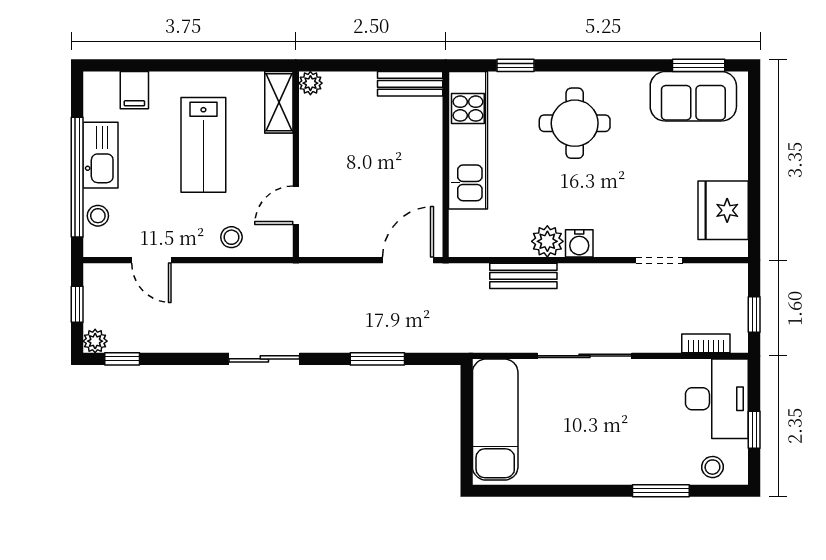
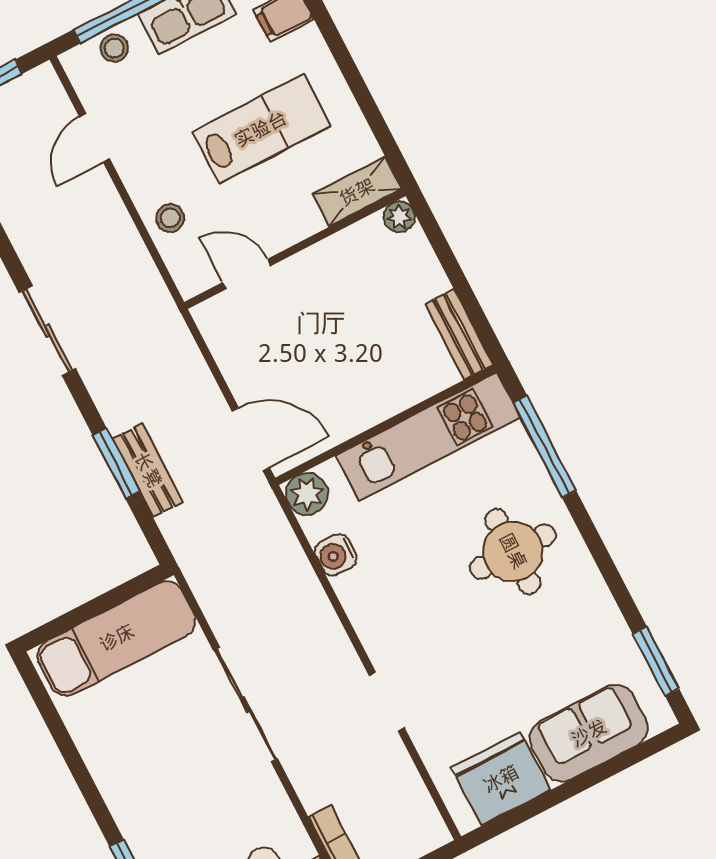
window: (515, 65) -> (545, 447), width x2.17
sofa: (693, 96) -> (589, 733), moved, turned 90
lab bench: (203, 145) -> (261, 129), turned 180
plant: (547, 241) -> (307, 494), moved
water cooler: (579, 243) -> (336, 555), moved
doorway: (659, 260) -> (387, 702), moved
bench: (523, 276) -> (148, 470), moved

